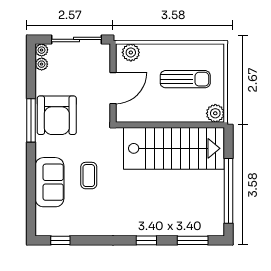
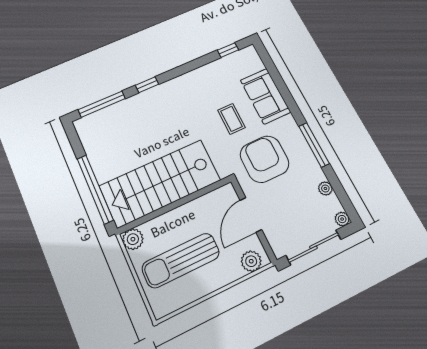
plant: (42, 64) -> (325, 188), moved
sun lounger: (185, 79) -> (181, 260), width x1.36, depth x1.34
armchair: (57, 115) -> (264, 159), moved
window: (229, 191) -> (95, 189), moved
window: (193, 240) -> (102, 104), width x1.44

